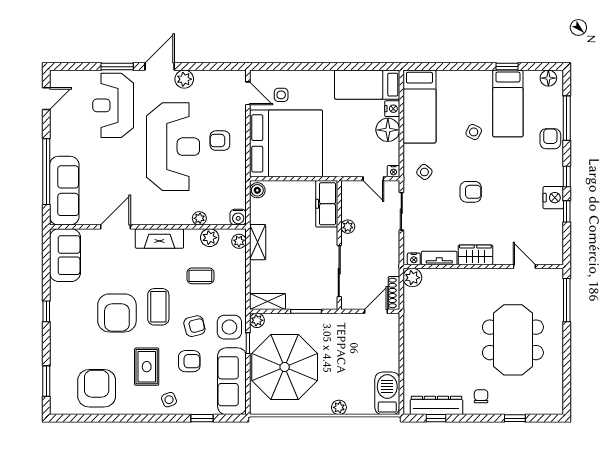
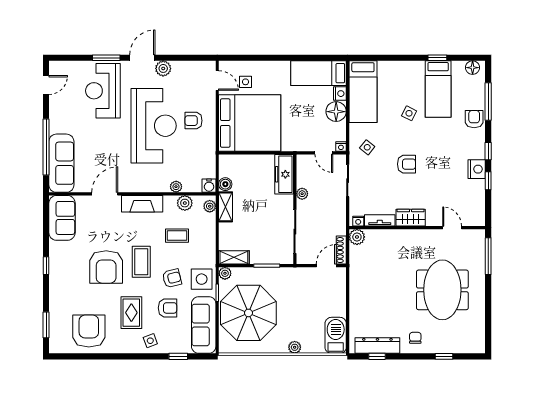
boiler: (257, 190) -> (225, 184), moved

